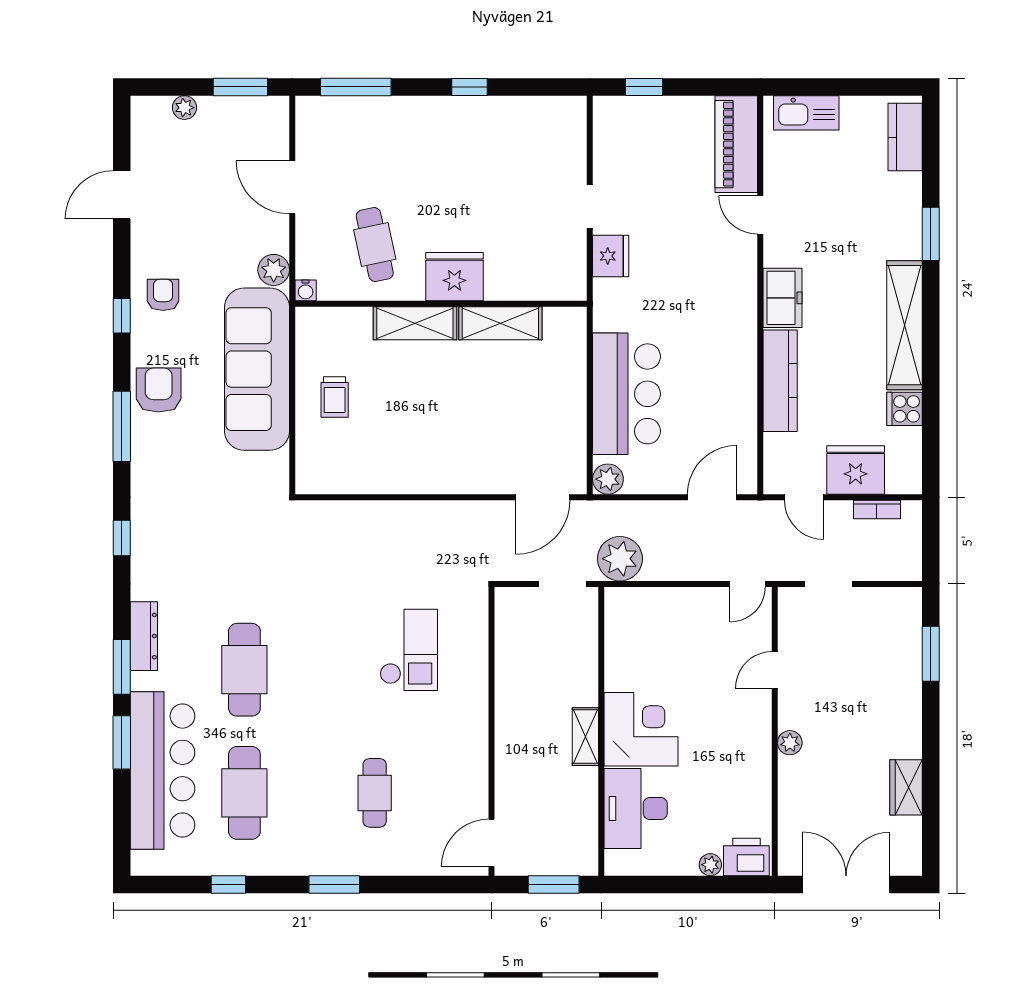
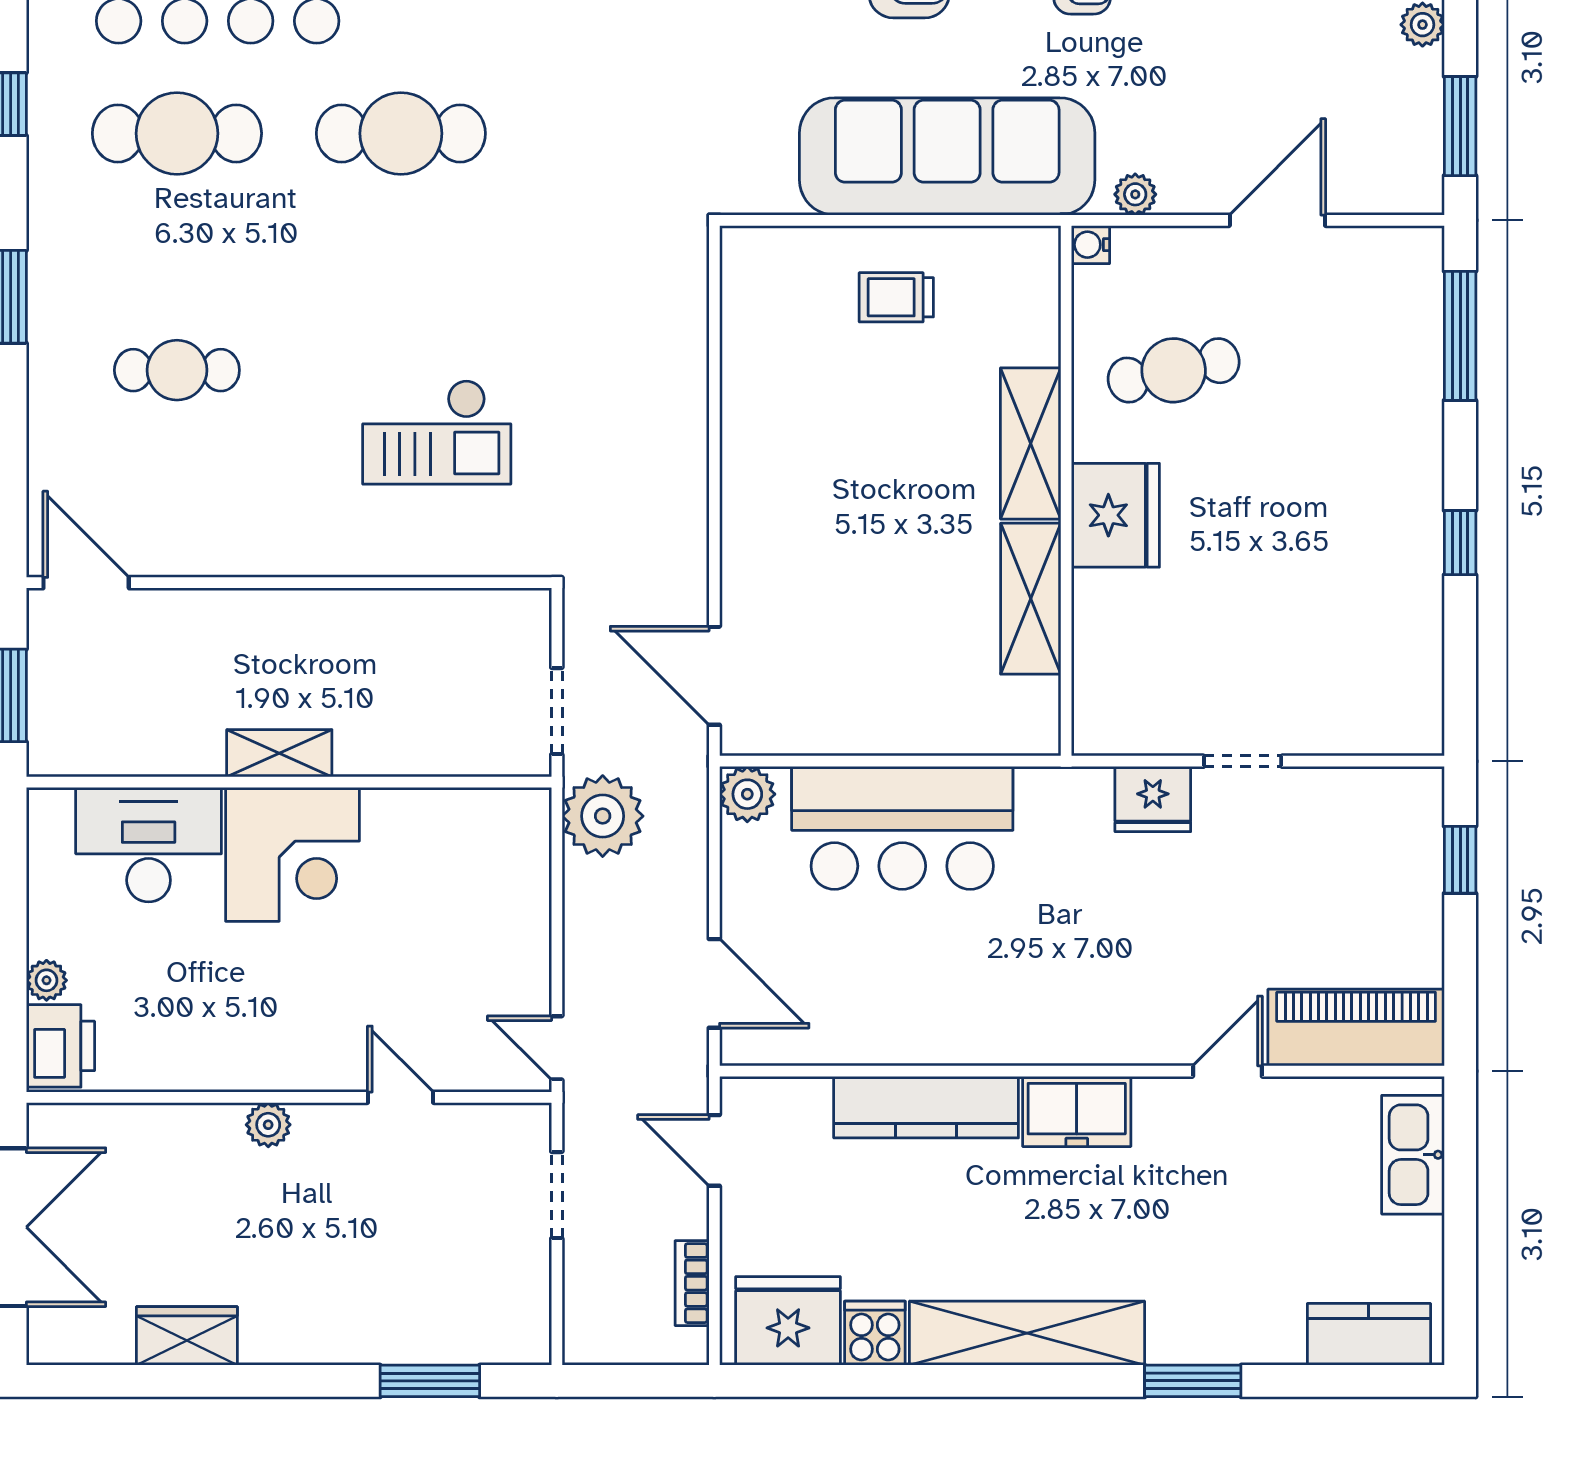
plant: (274, 270) -> (1135, 194), width x0.73, depth x0.73
fridge: (856, 470) -> (788, 1321), moved, turned -90
door: (804, 497) -> (714, 1150), hinge flipped

